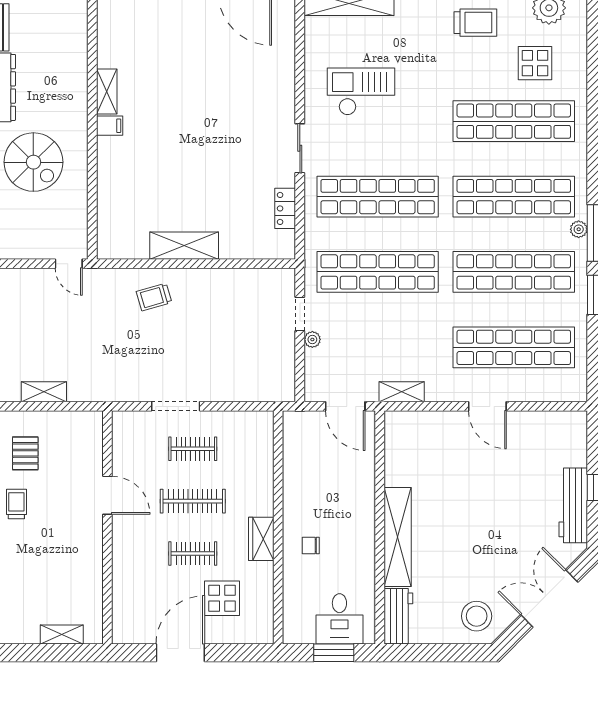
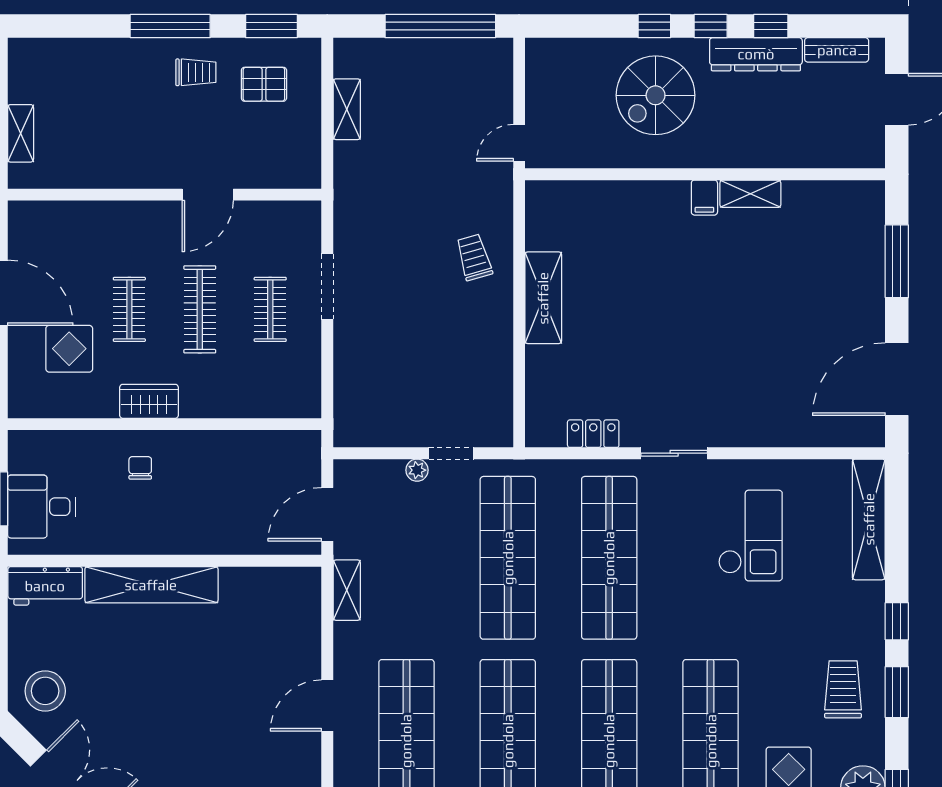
trolley: (475, 23) -> (843, 689), turned 180

